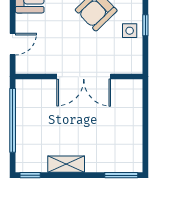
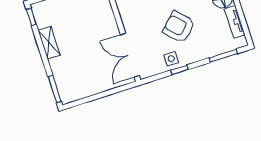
double door: (84, 77) -> (130, 55), moved

